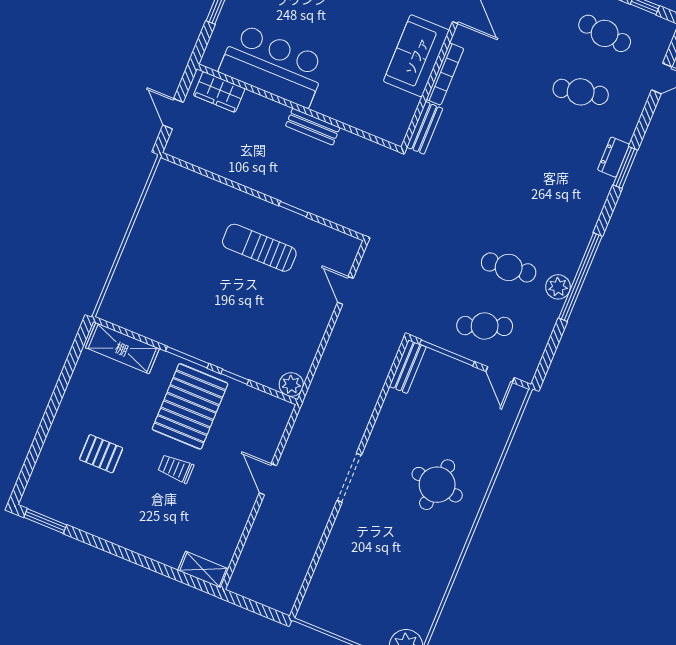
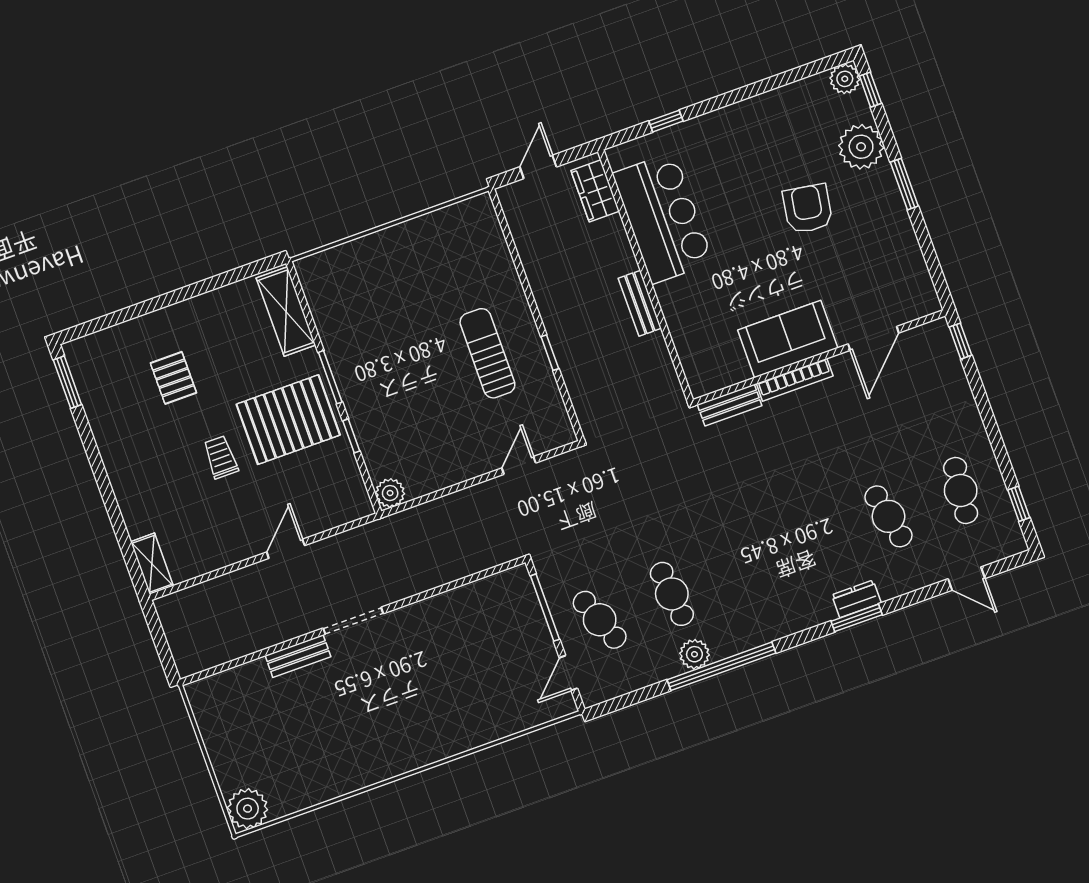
bench: (408, 367) -> (298, 656), moved
round table: (437, 485) -> (418, 706), removed

